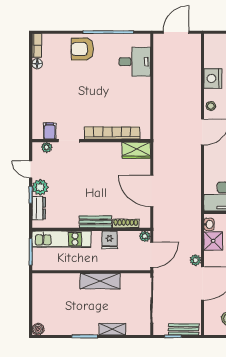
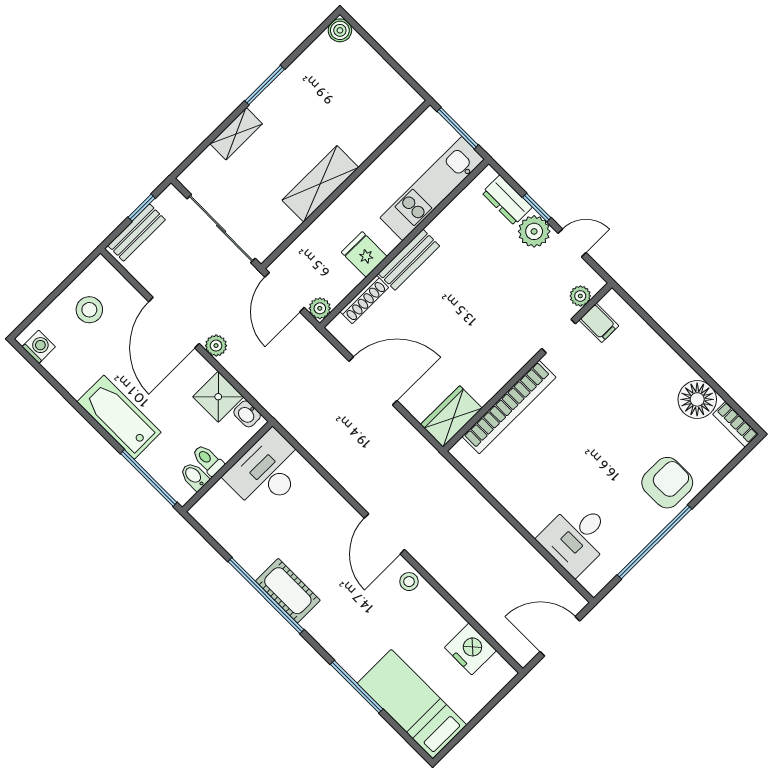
door: (176, 32) -> (560, 636), swing flipped
floor lamp: (37, 64) -> (697, 399), width x1.89, depth x1.89
nightstand: (213, 78) -> (470, 649), moved

